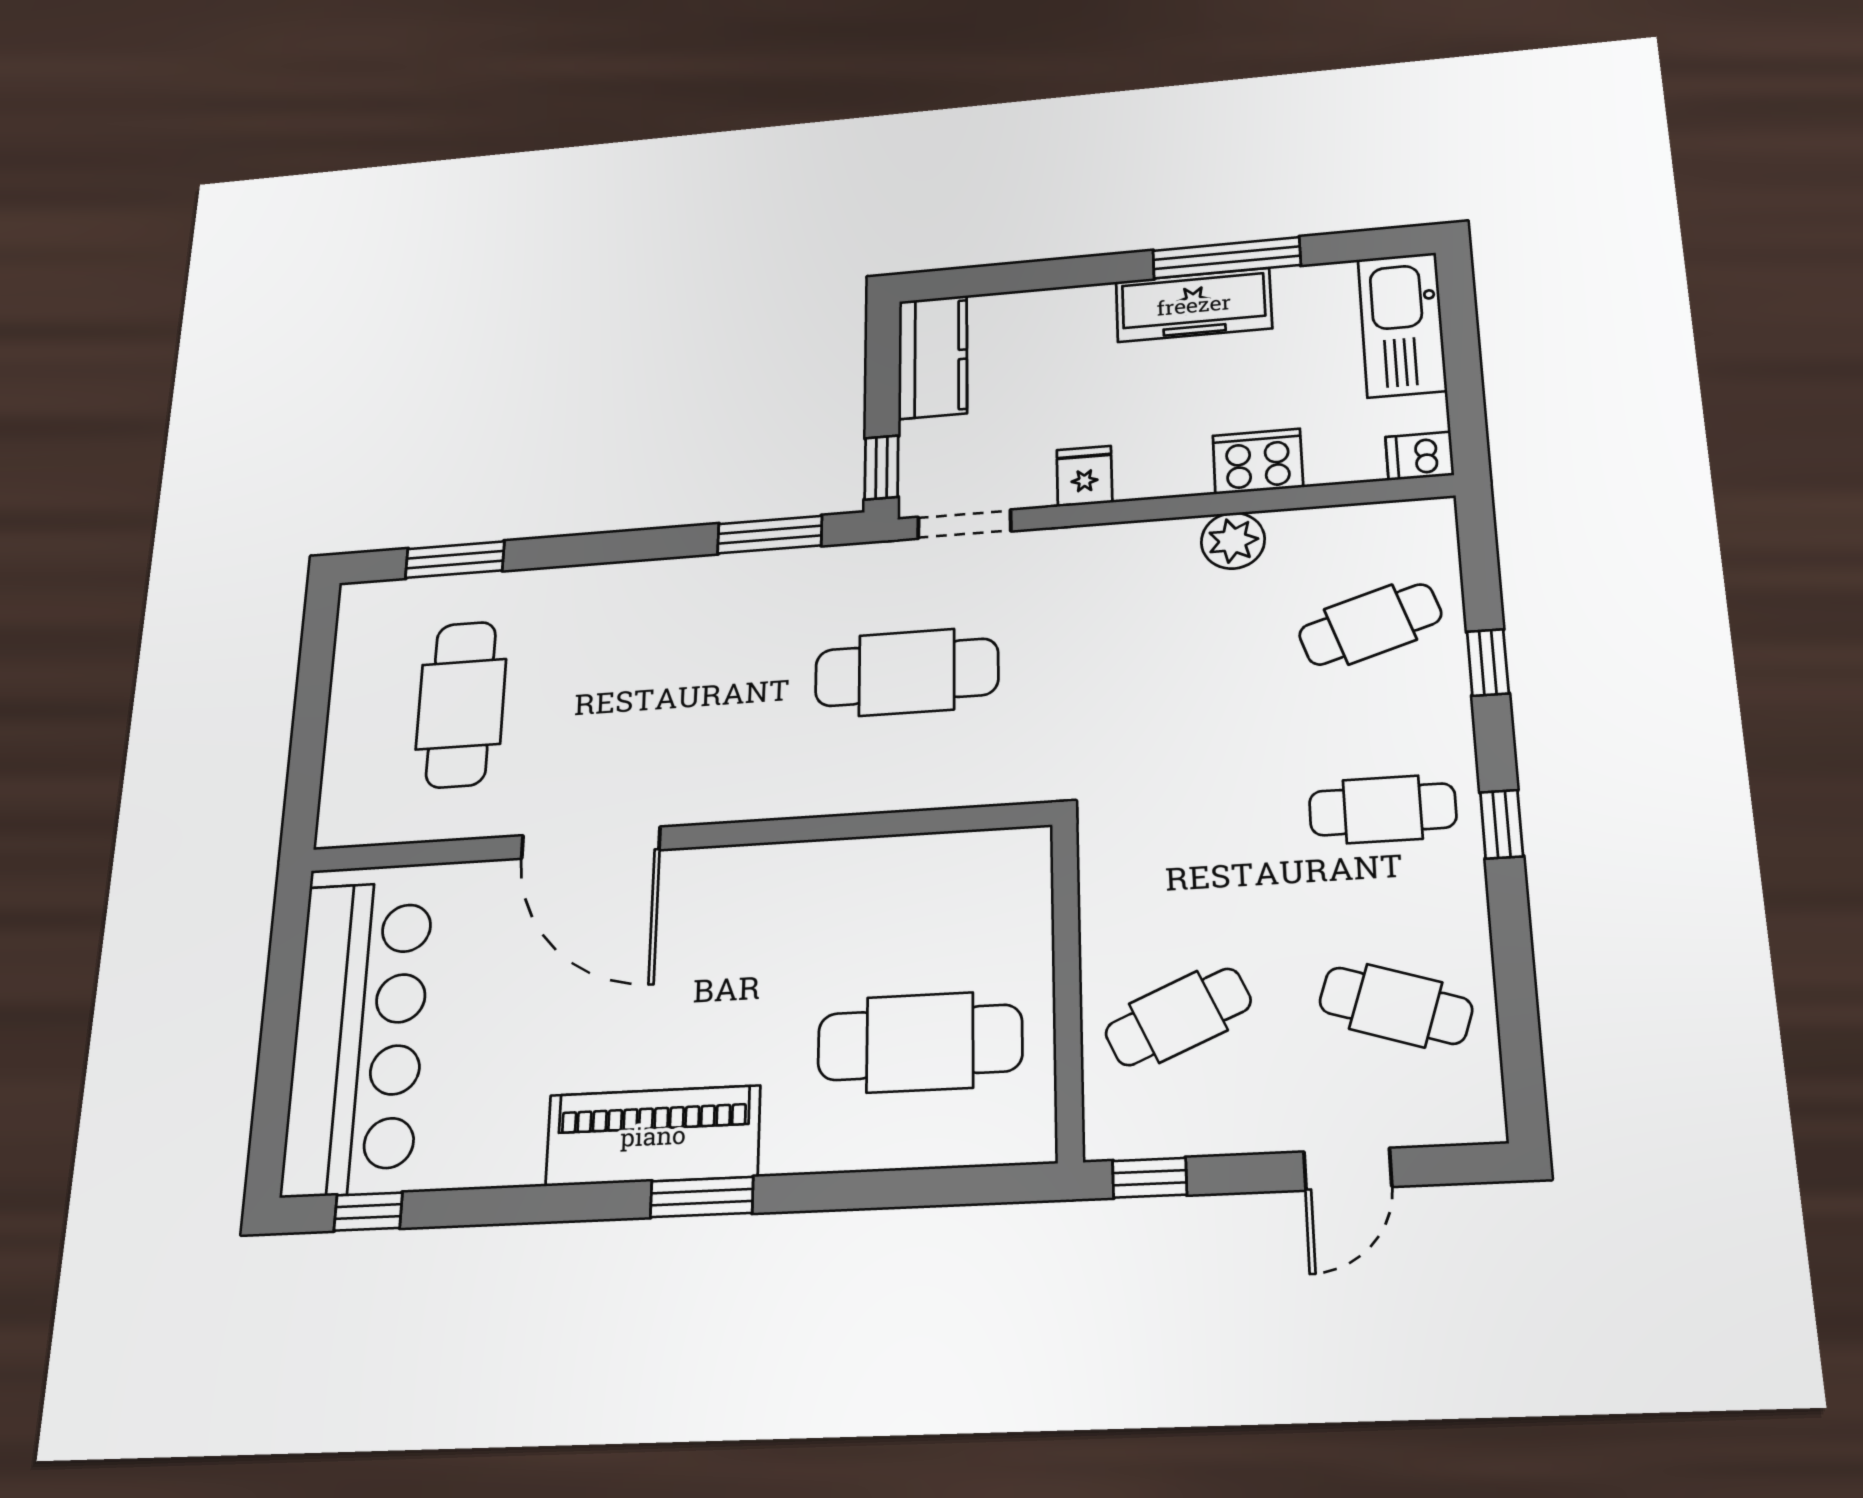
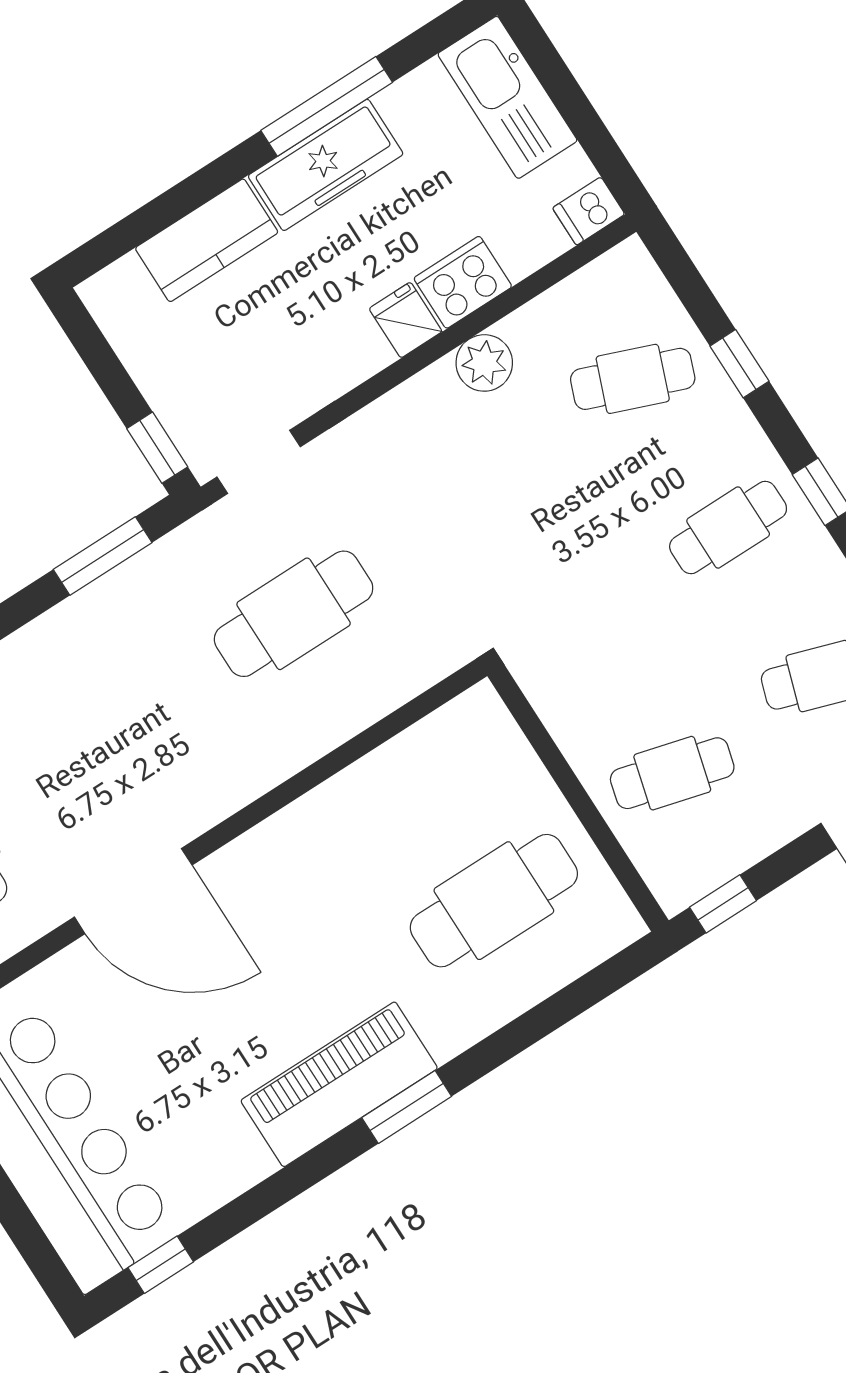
kitchen counter: (933, 357) -> (207, 240), moved, turned 90
fridge: (1084, 476) -> (406, 320), moved
cafe table: (1370, 624) -> (633, 379), turned 39
cafe table: (1178, 1017) -> (672, 773), turned 39

